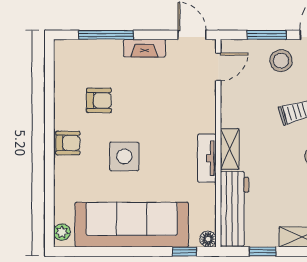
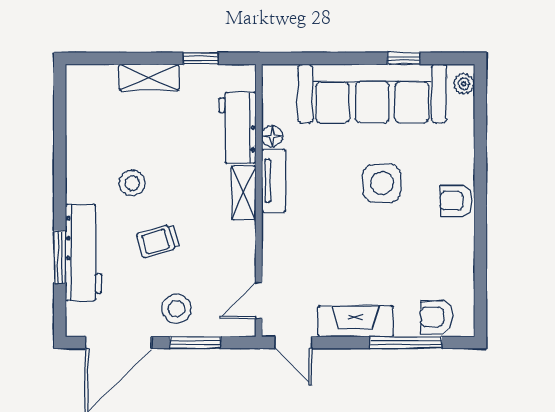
fireplace: (144, 48) -> (356, 321), width x1.37, depth x1.32
armchair: (99, 100) -> (437, 317), moved
workbench: (235, 209) -> (237, 128), width x0.73
floor lamp: (208, 239) -> (272, 136), moved
window: (184, 251) -> (404, 58), moved

